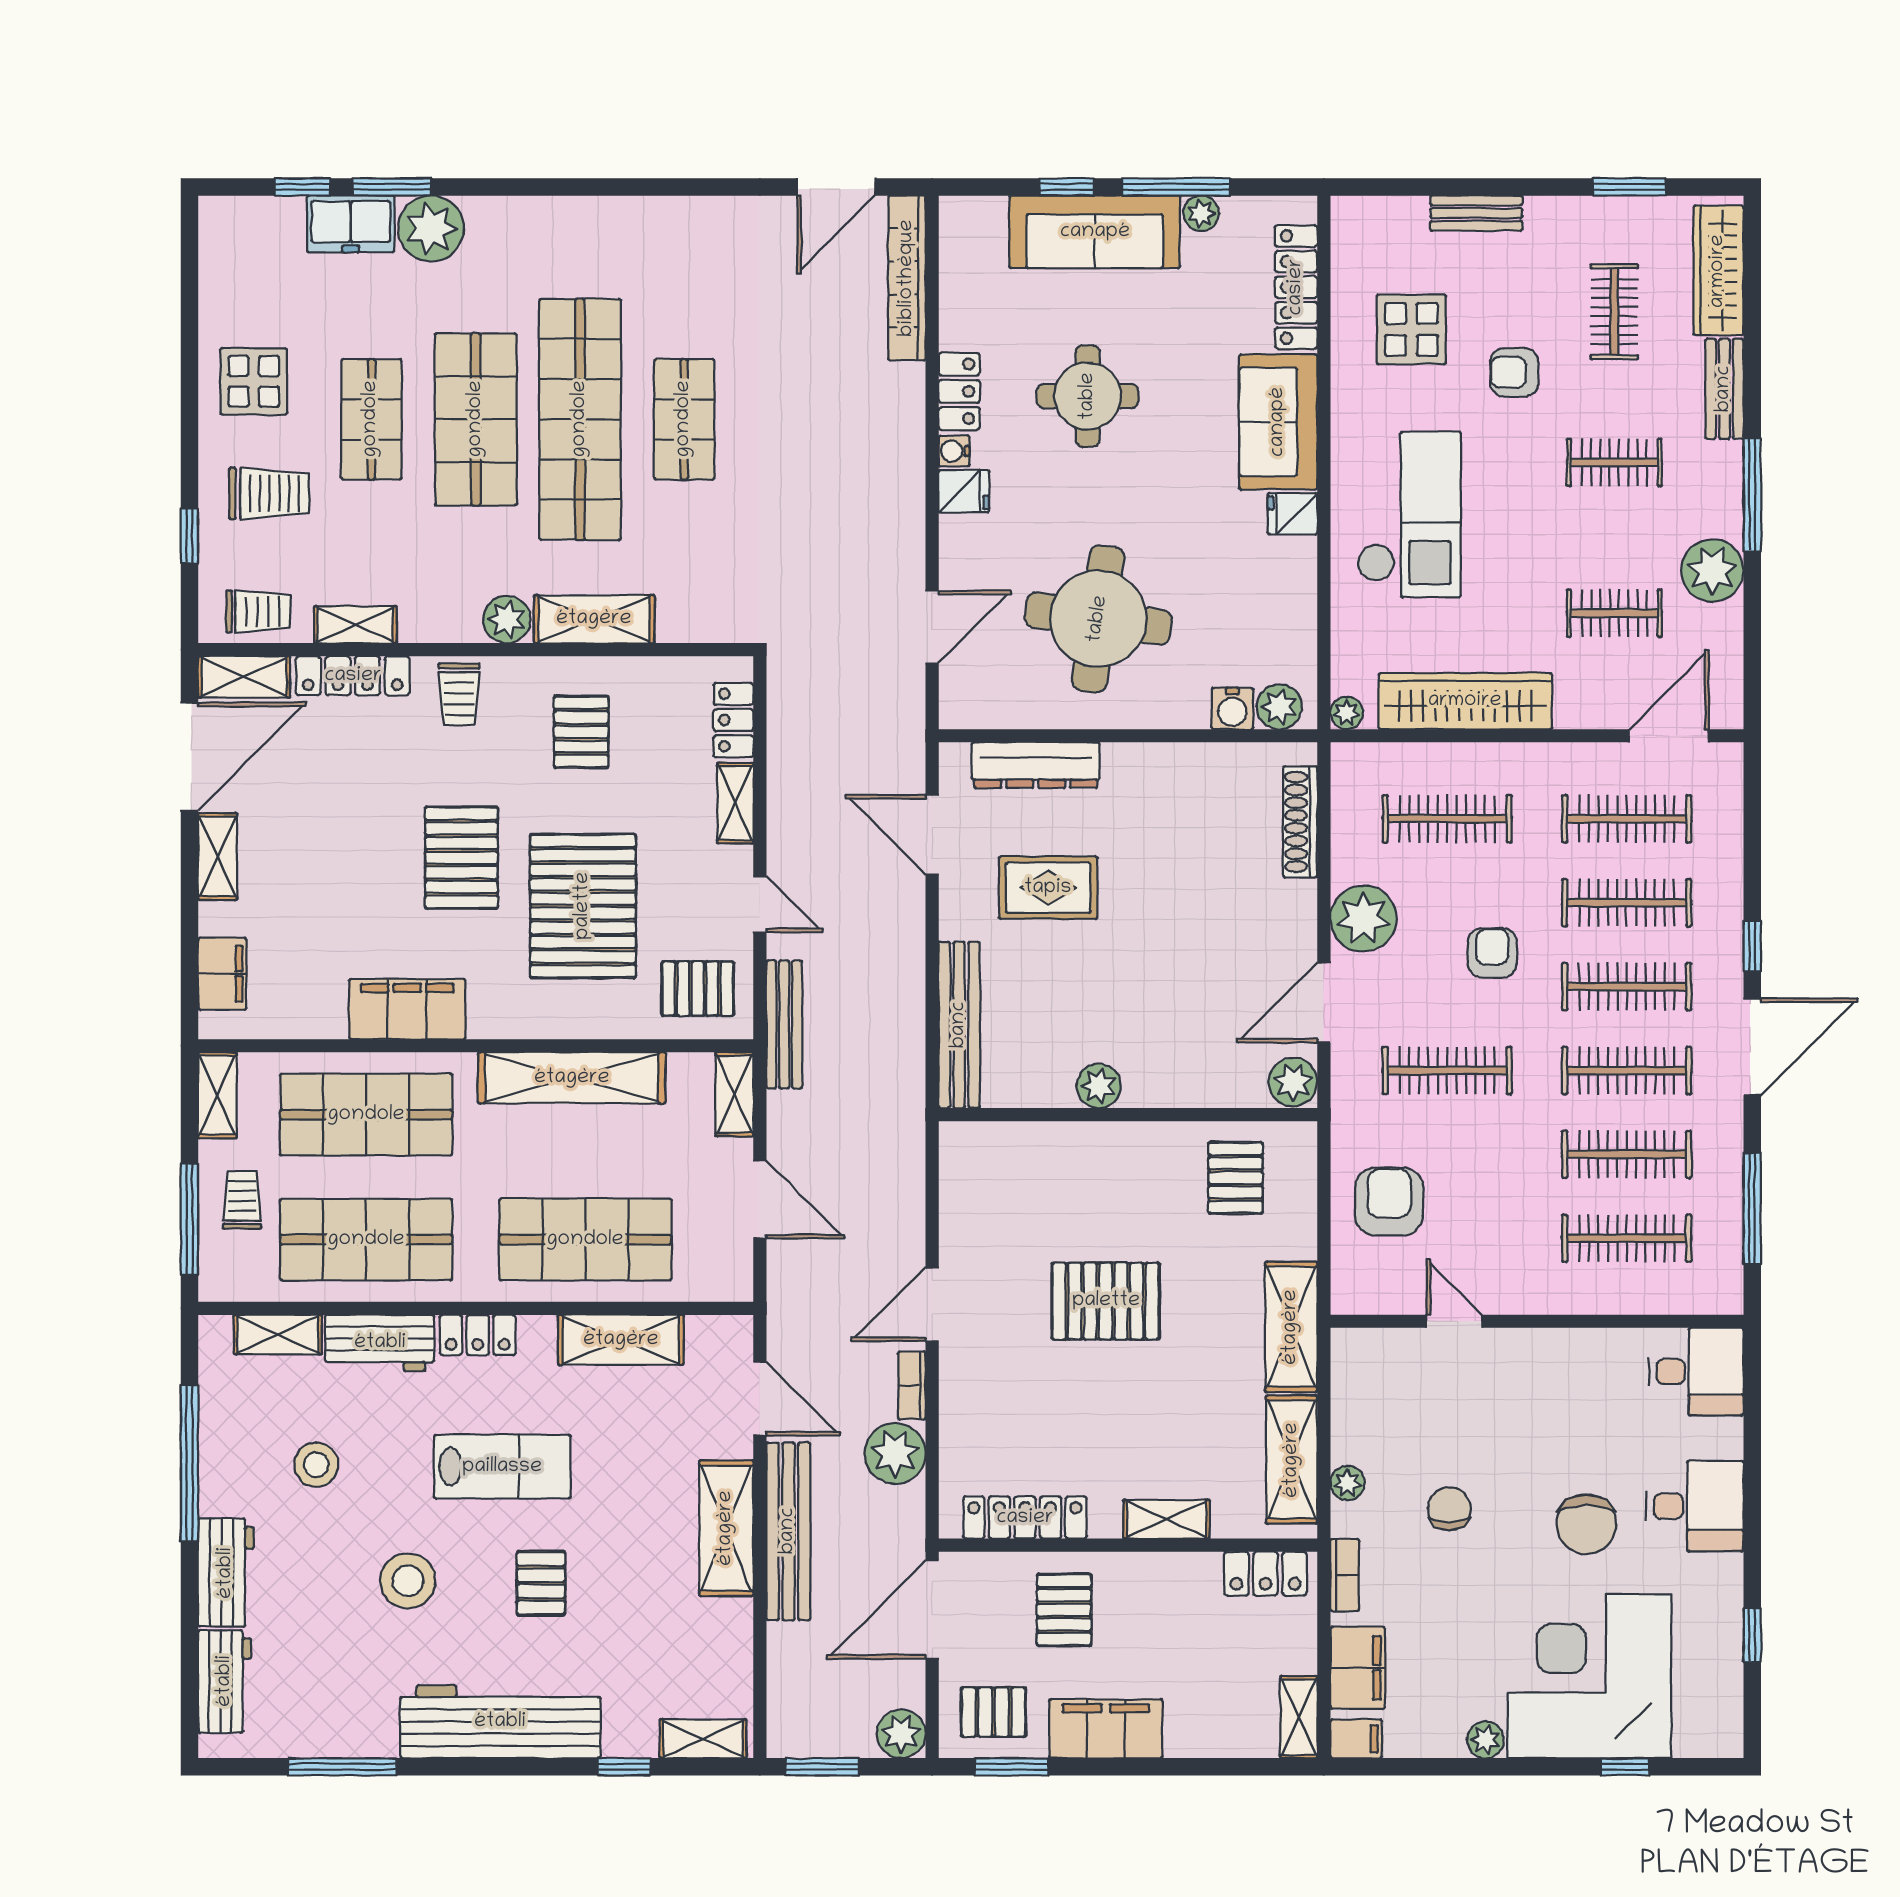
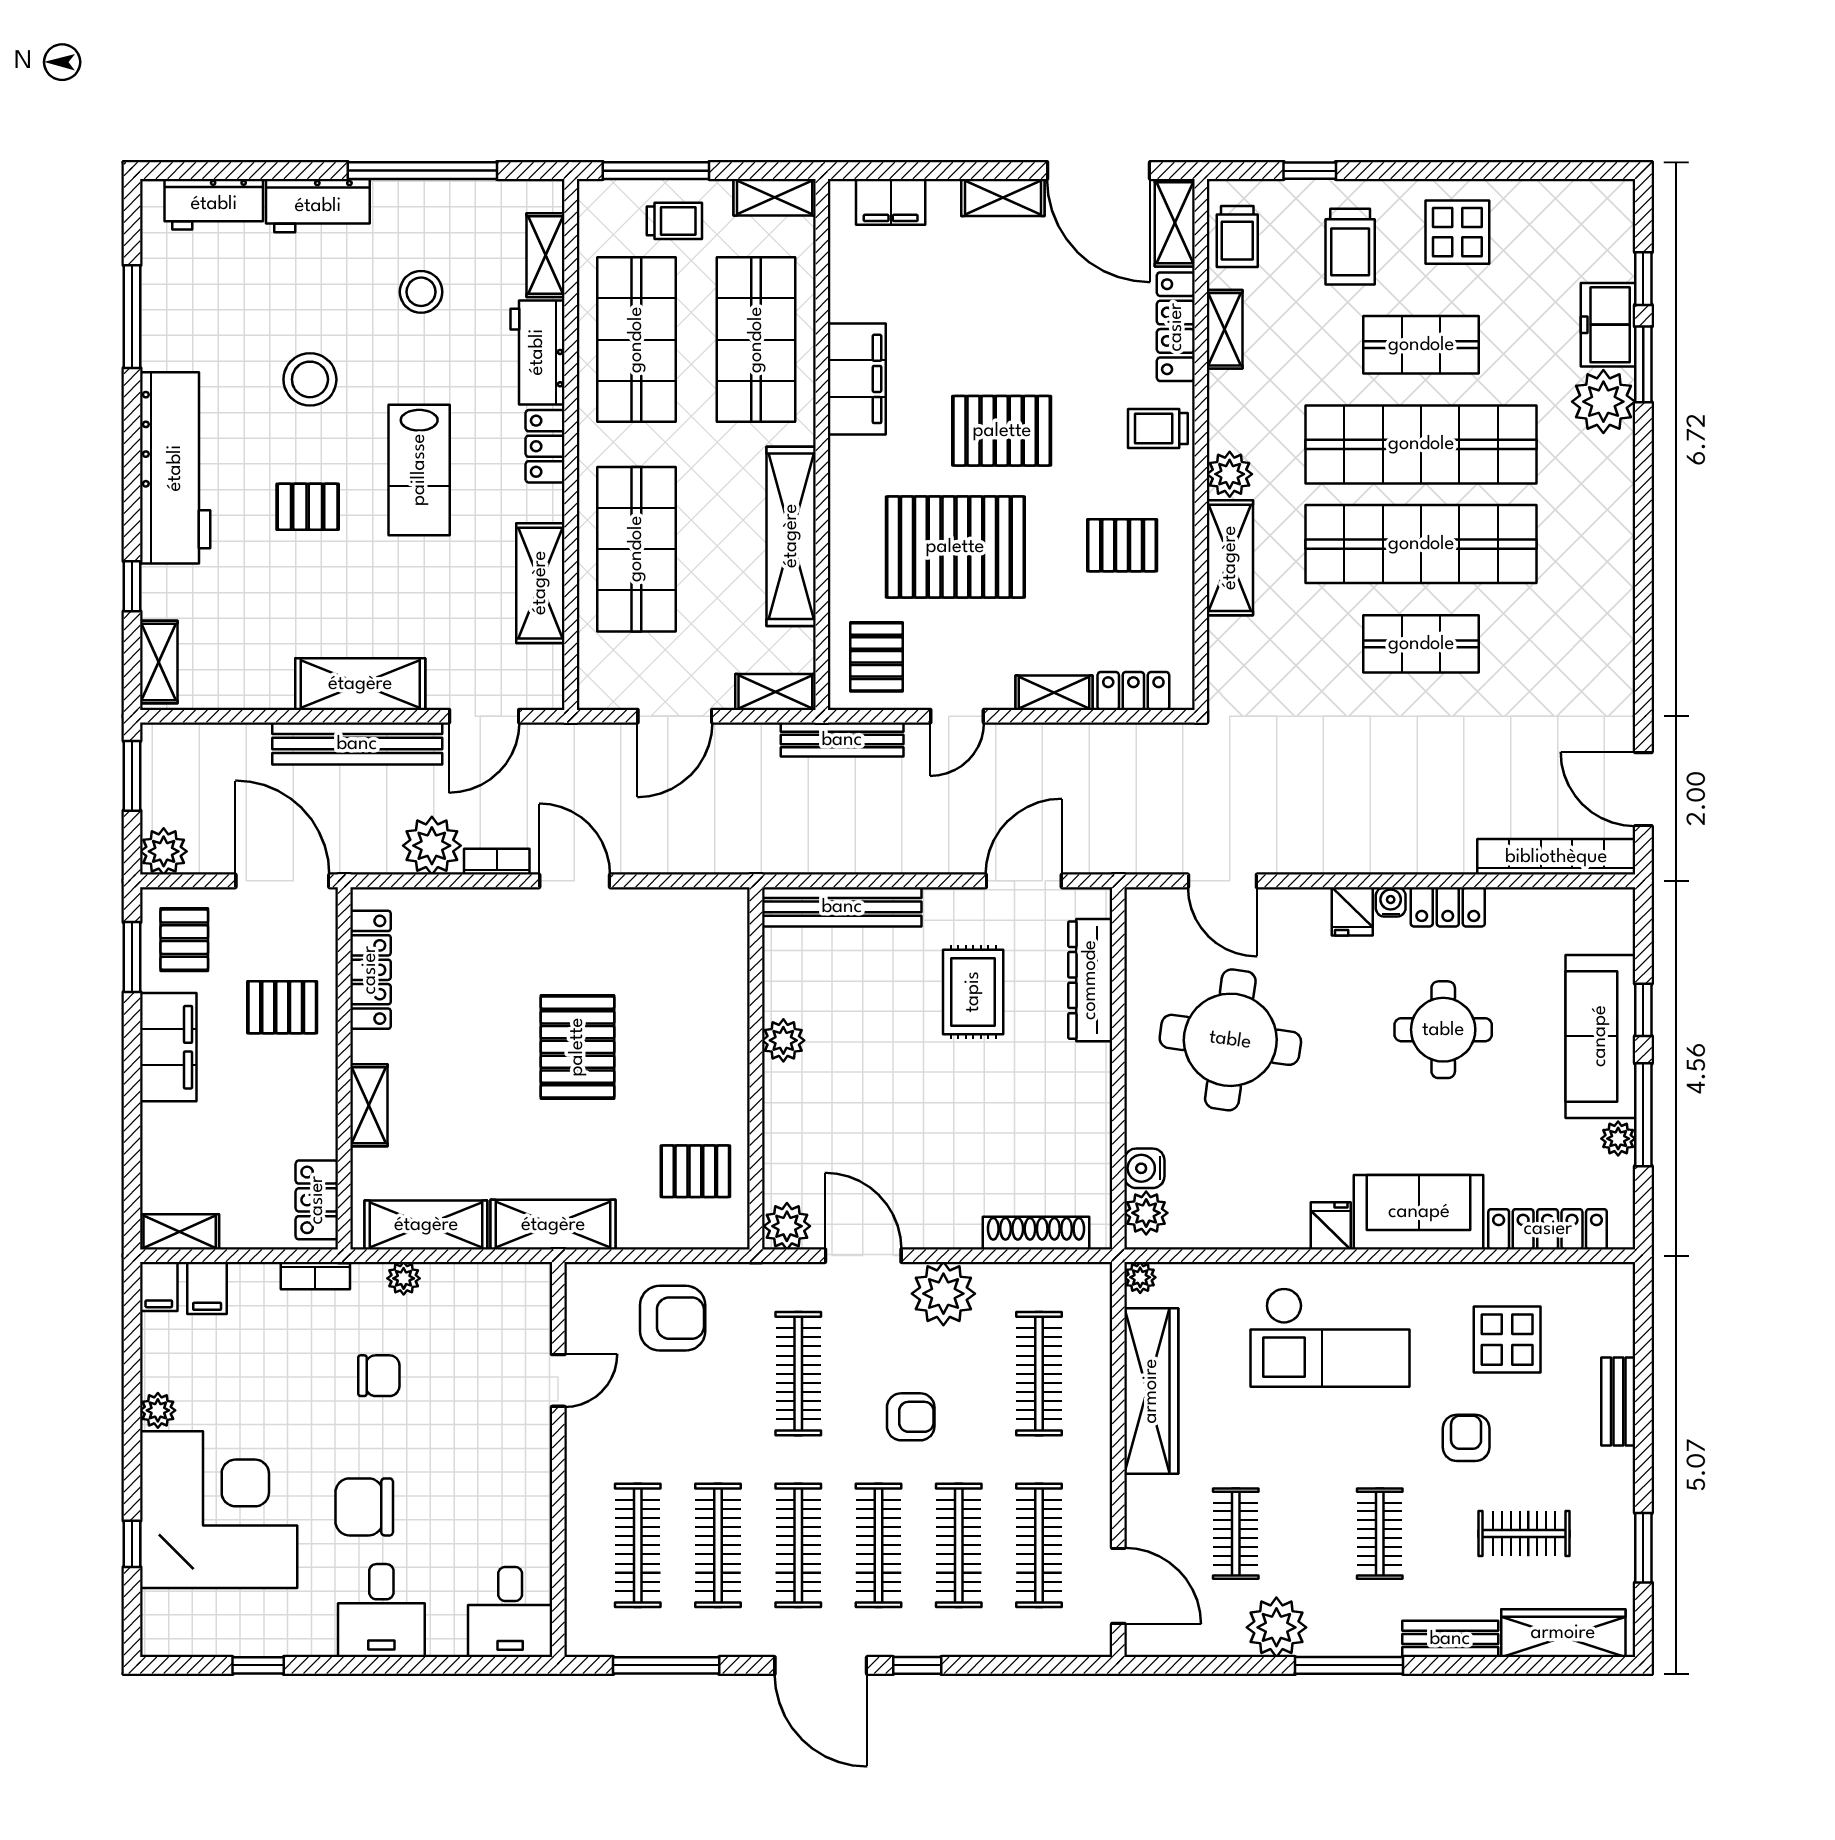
shop shelf: (476, 419) -> (1421, 444), width x1.40
filing cabinet: (1358, 1668) -> (207, 1288), width x0.50

